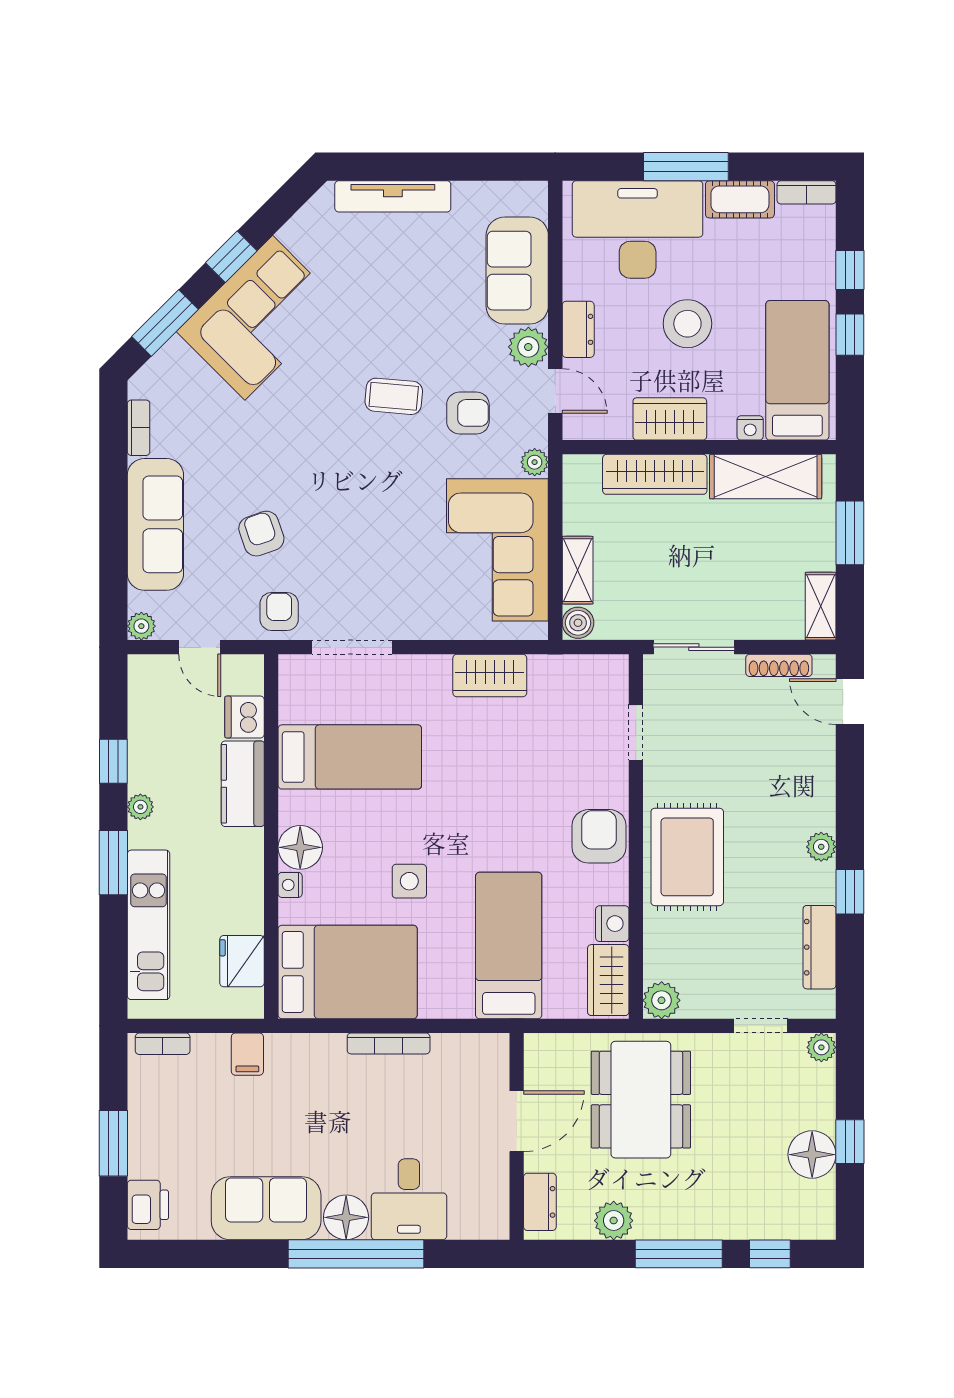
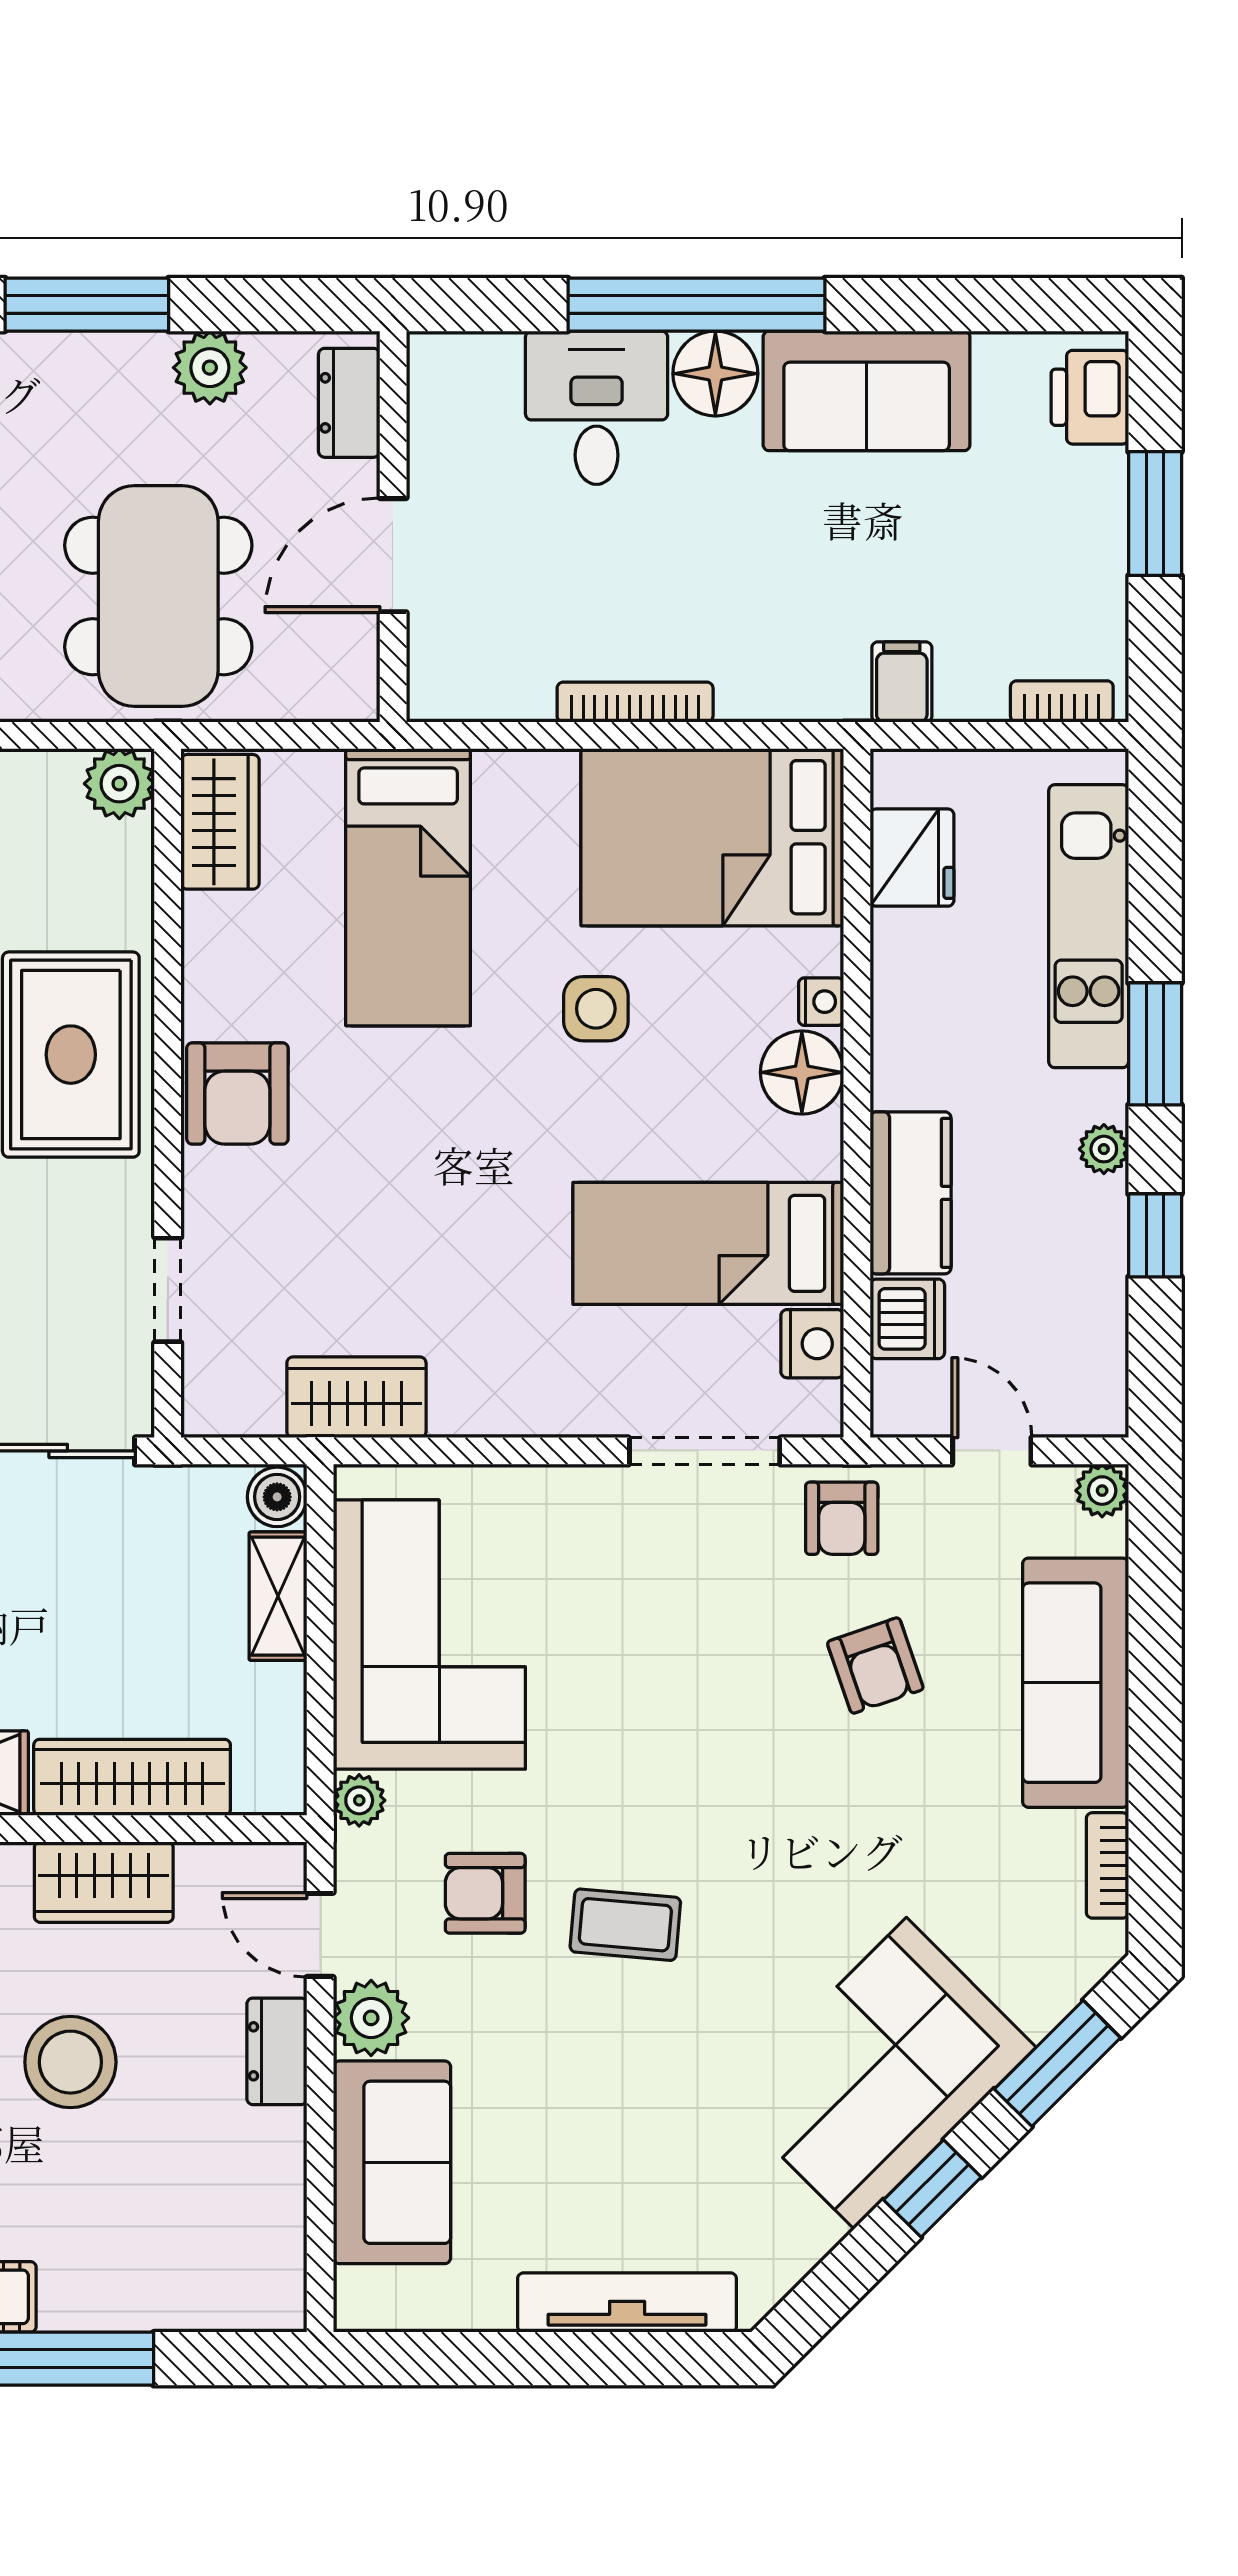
desk: (638, 229) -> (165, 2240), removed
wardrobe: (490, 675) -> (356, 1397), moved
nightstand: (612, 924) -> (812, 1344), moved, turned 180

